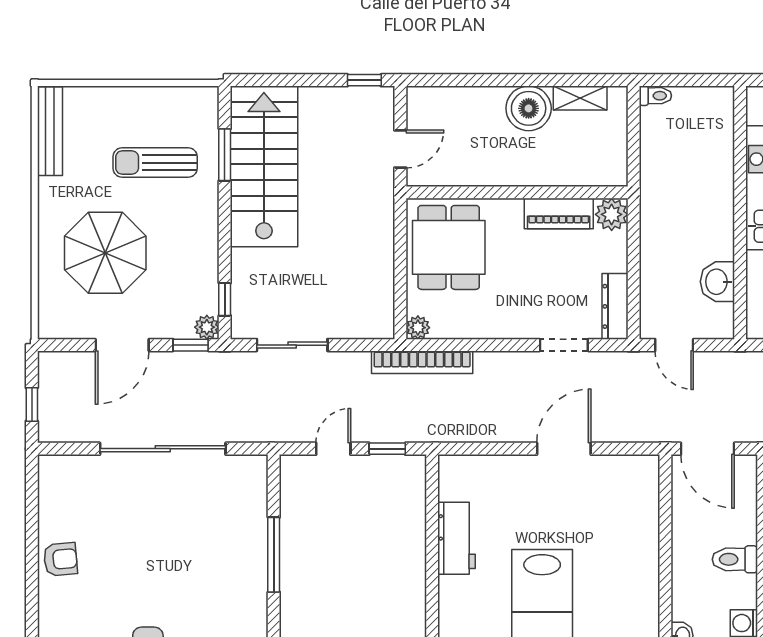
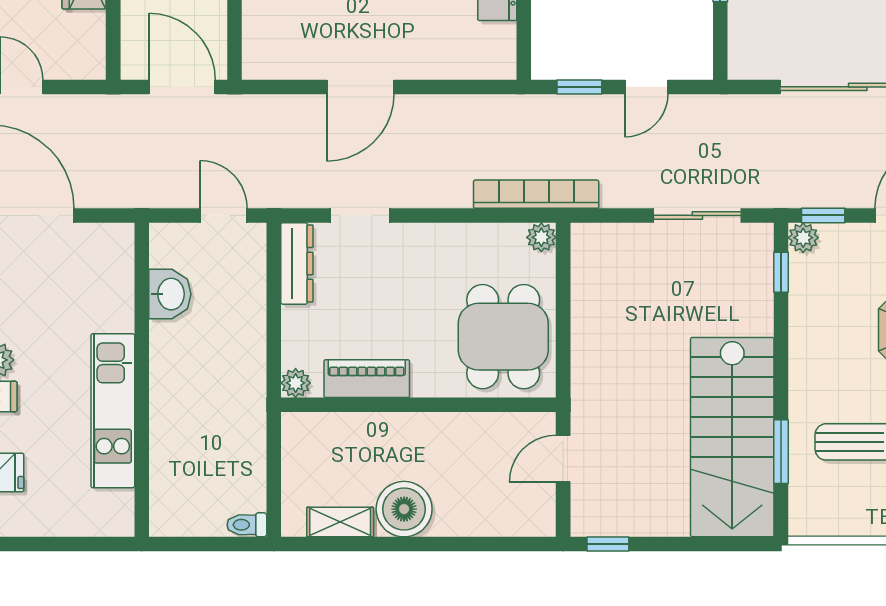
plant: (612, 214) -> (296, 383), width x0.73, depth x0.73

